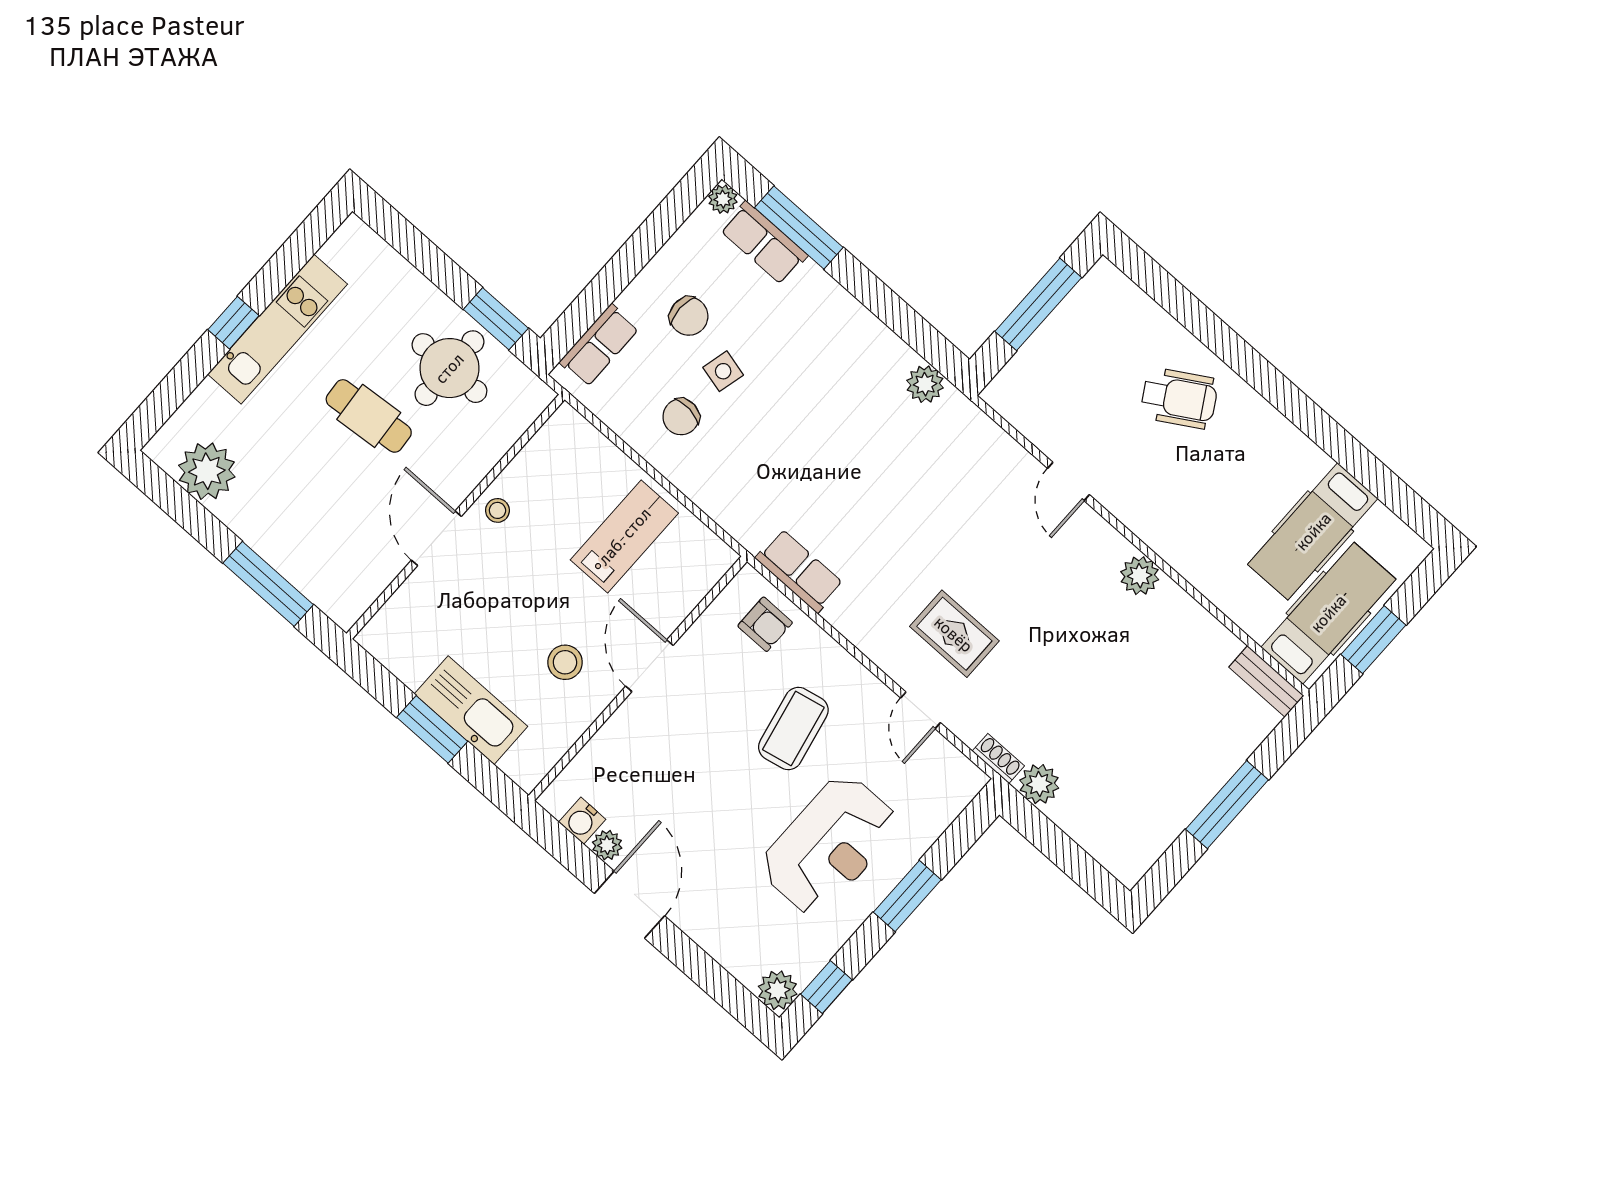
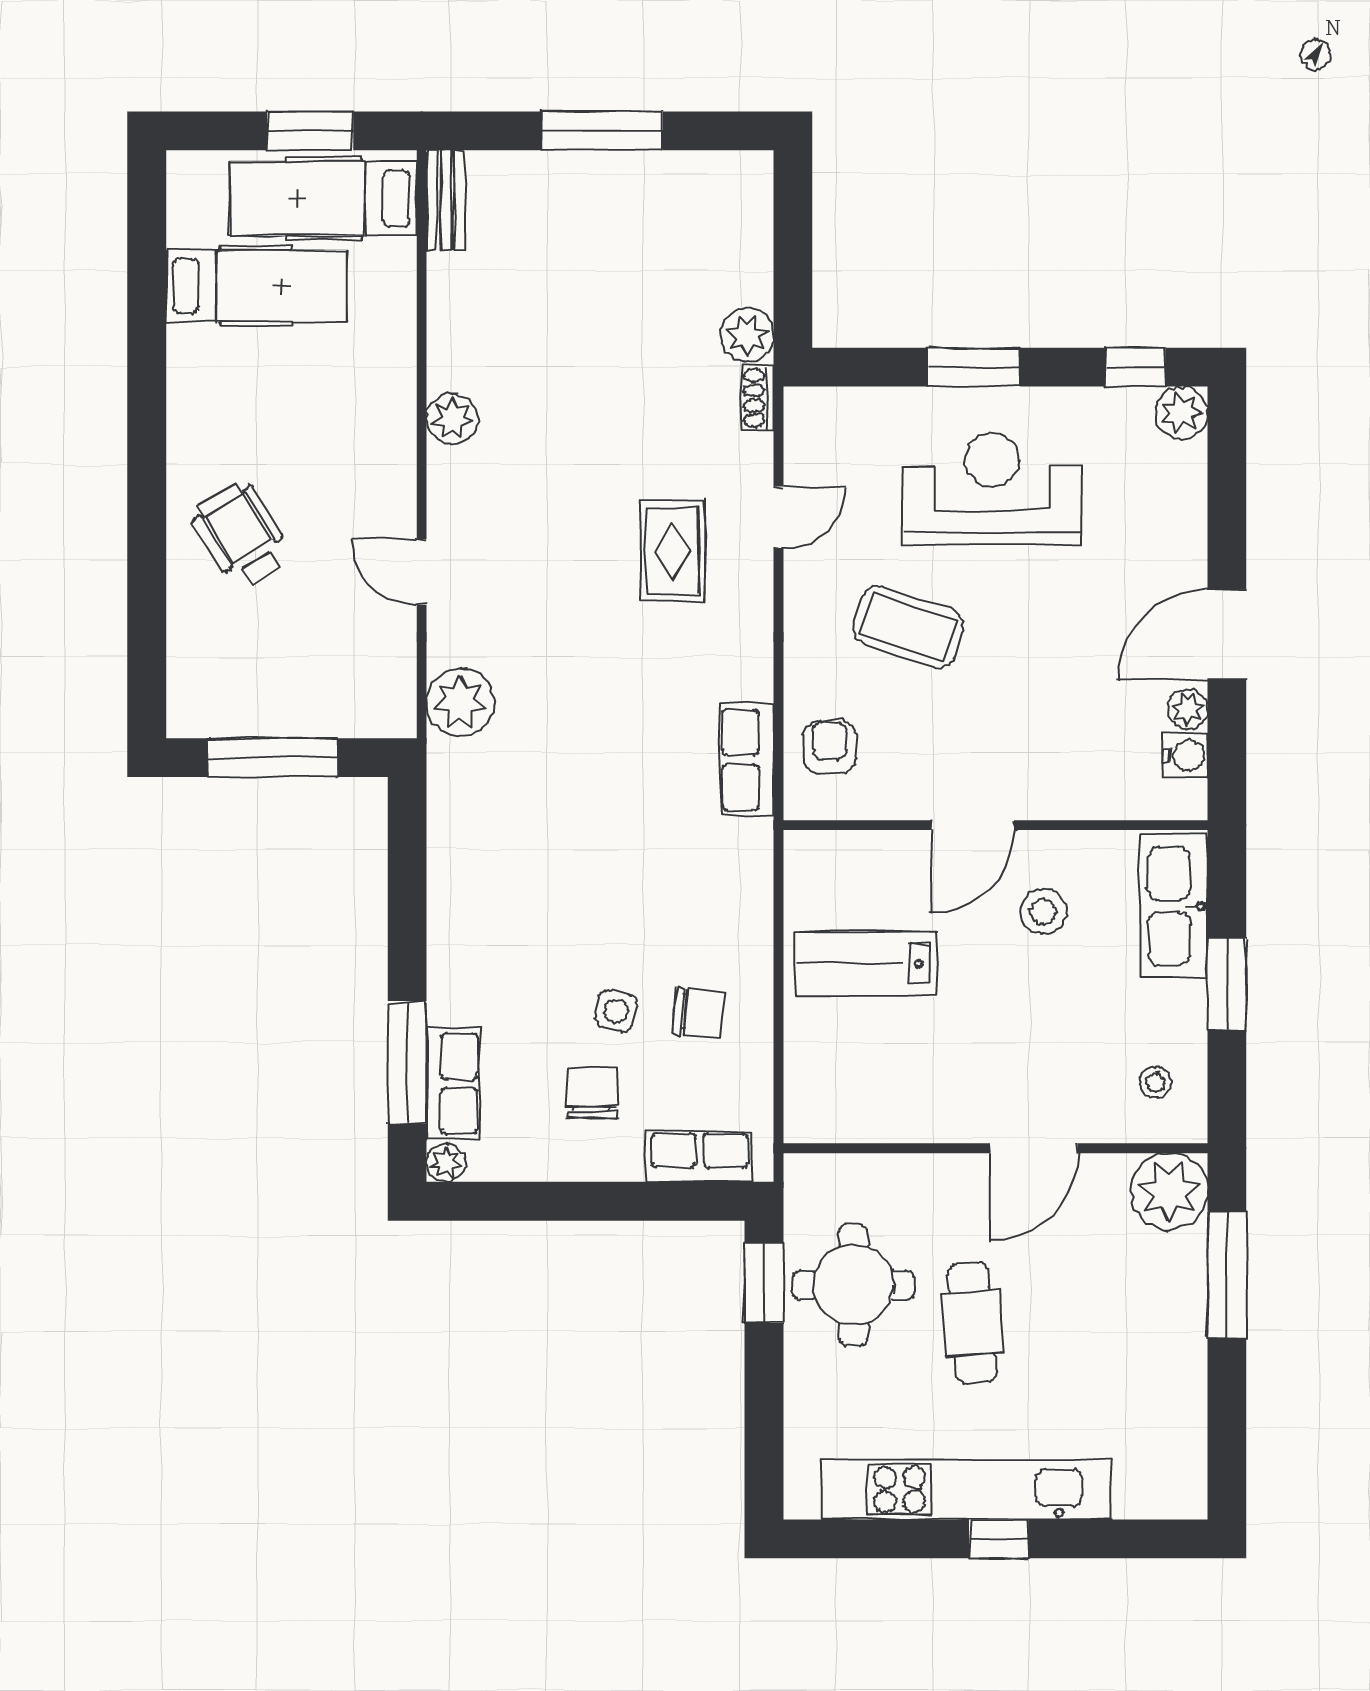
kitchen unit: (277, 329) -> (966, 1490), width x1.36
plant: (925, 384) -> (460, 702), moved, width x1.36, depth x1.36
plant: (207, 471) -> (1169, 1191), moved
door: (1068, 482) -> (422, 572), swing flipped
stool: (497, 510) -> (1155, 1082), moved
kitchen sink: (471, 710) -> (1174, 906), moved
coffee table: (793, 728) -> (908, 627), turned 31

